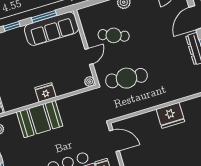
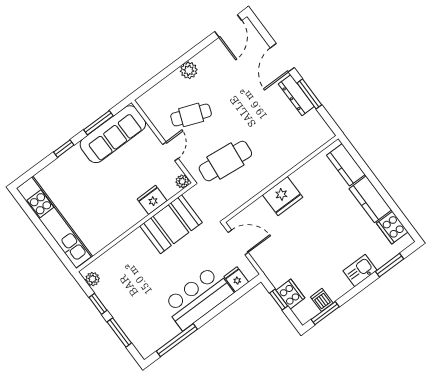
fridge: (45, 92) -> (152, 200), moved
fridge: (170, 115) -> (283, 196), moved
booth: (40, 119) -> (171, 224), moved

